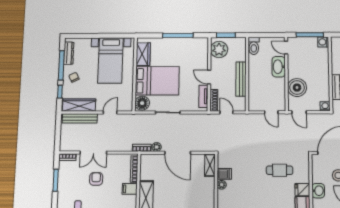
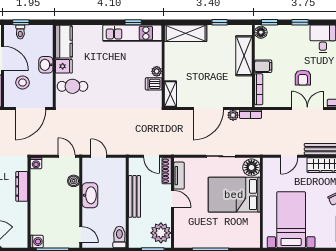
wardrobe: (143, 54) -> (252, 227), removed
washbasin: (279, 67) -> (90, 195), moved
boiler: (297, 88) -> (74, 181), width x0.54, depth x0.54
door: (178, 153) -> (208, 108), swing flipped
cafe table: (280, 170) -> (72, 86), moved

